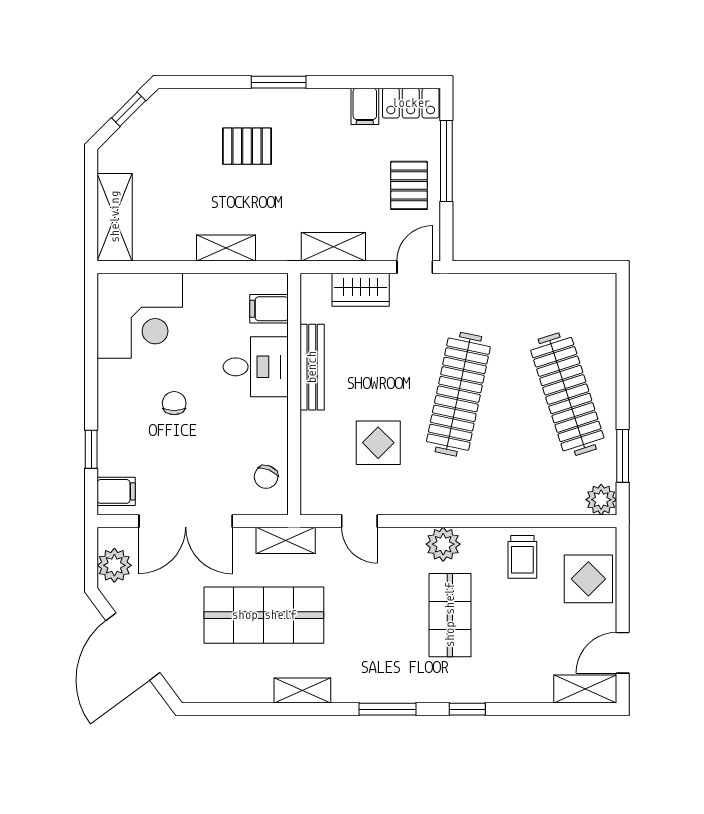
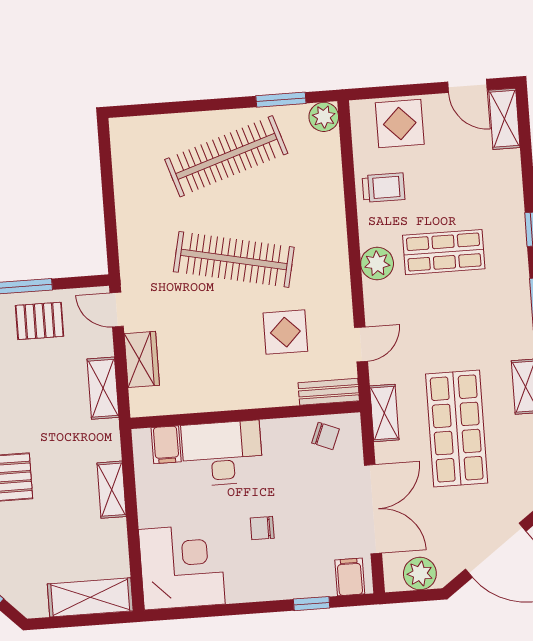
desk: (256, 367) -> (222, 453), width x1.37
bench: (312, 367) -> (329, 392), moved, width x0.73

